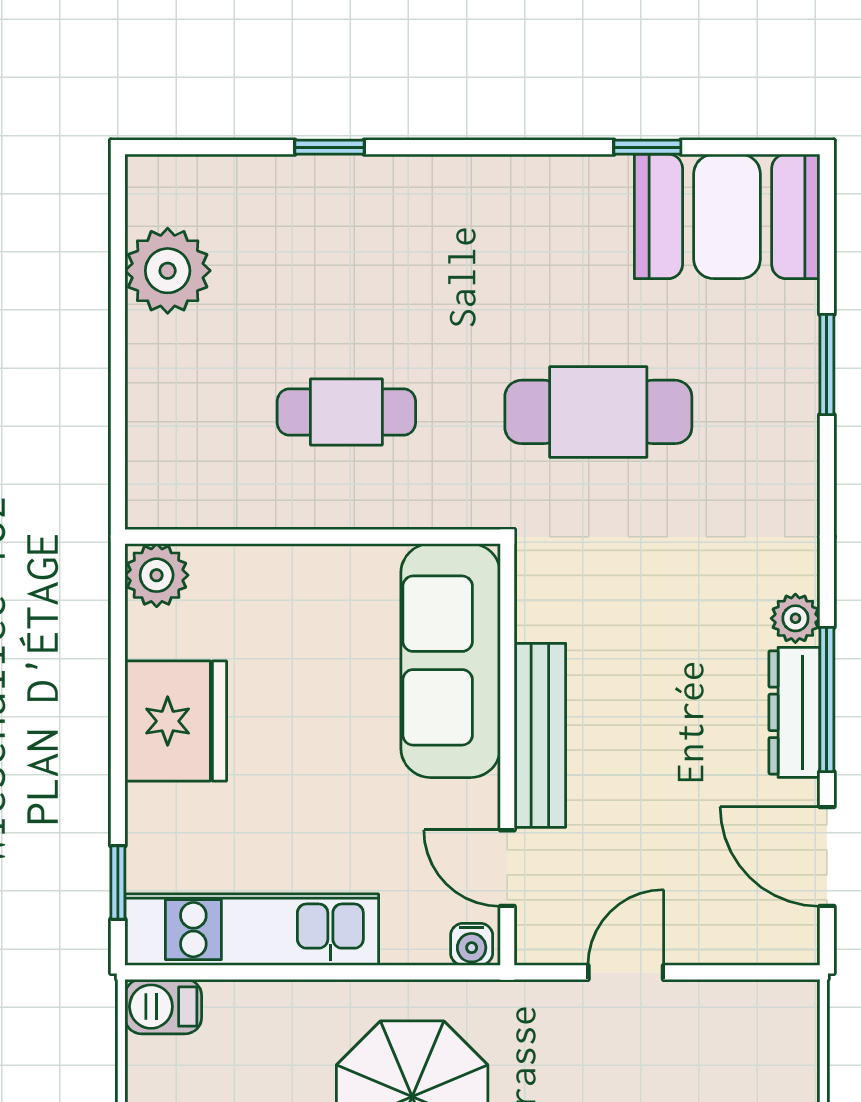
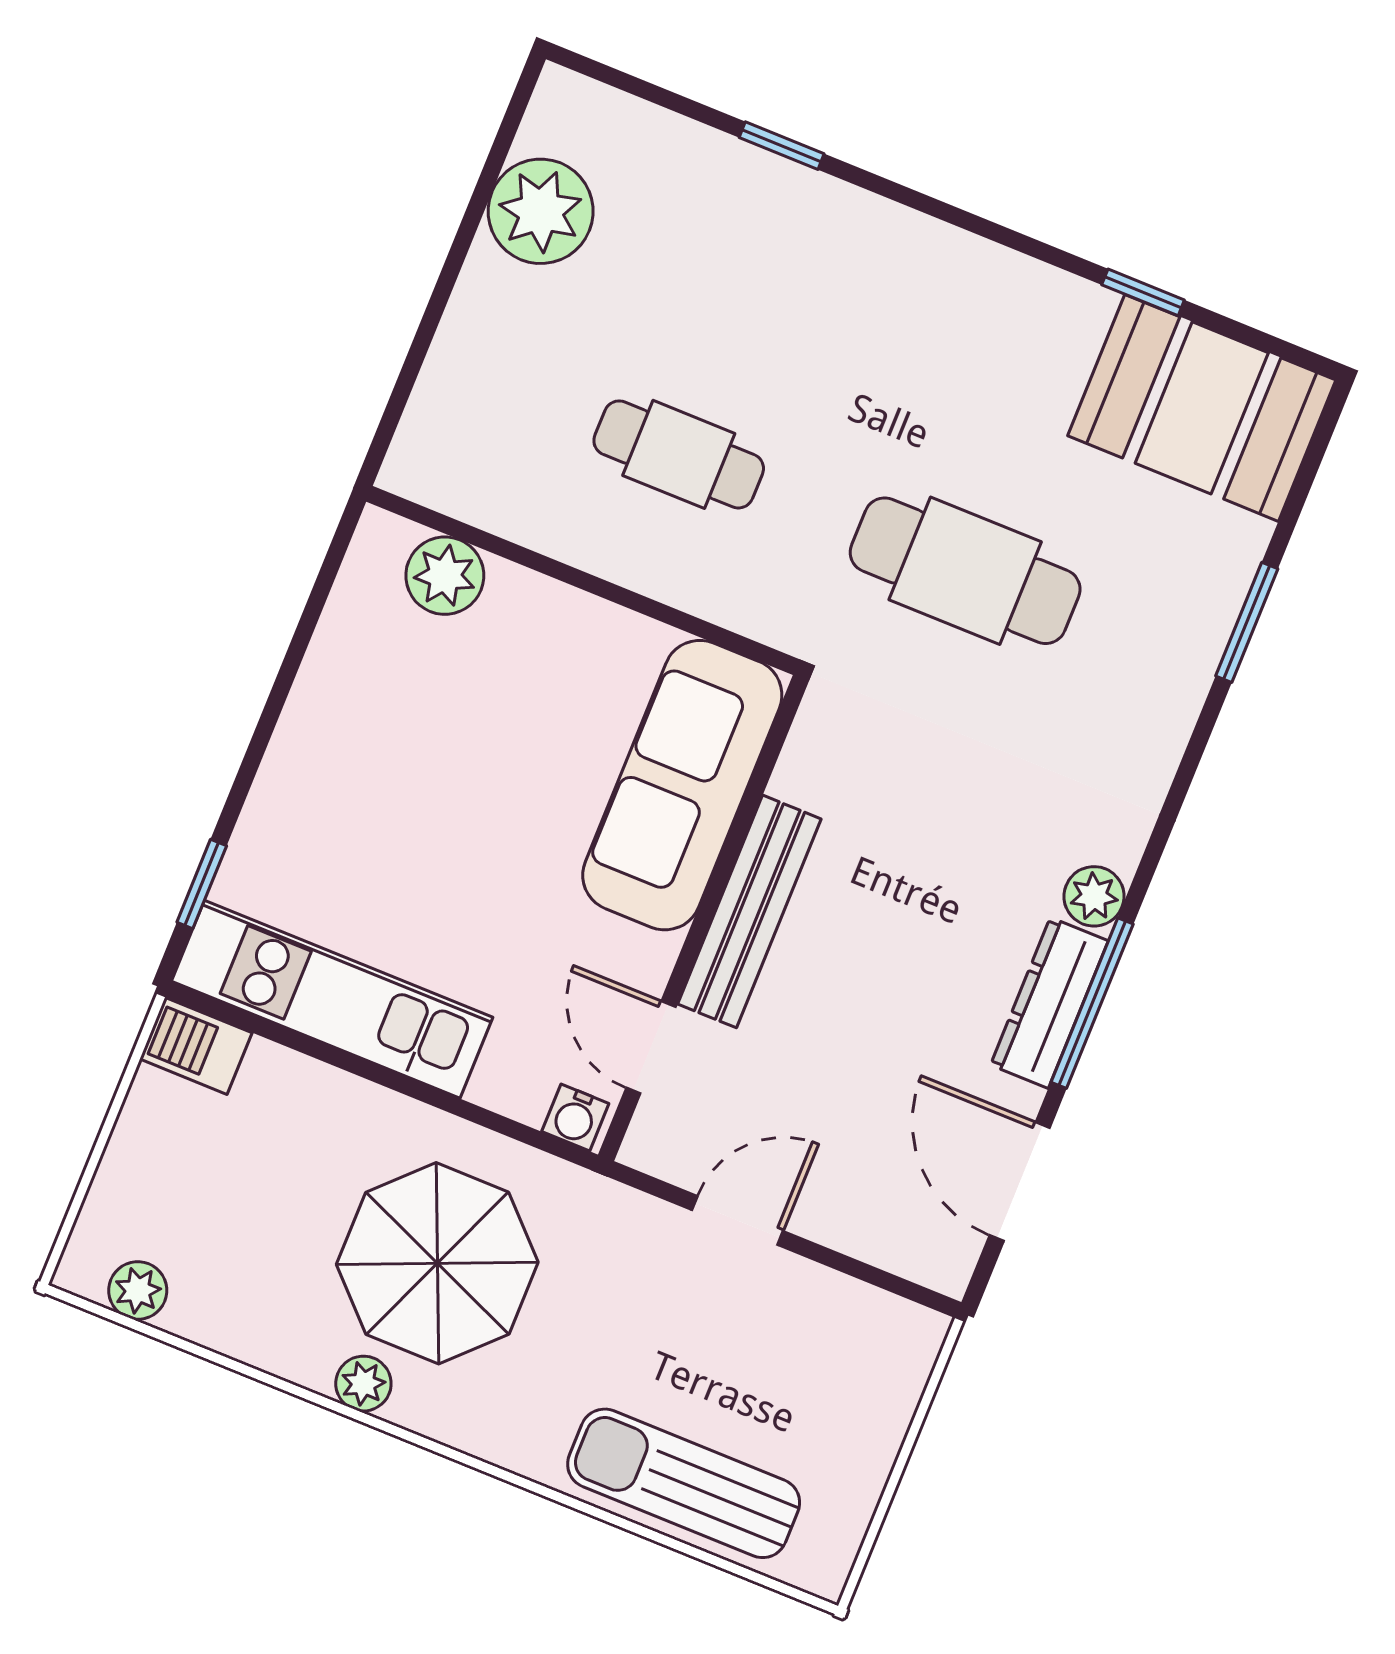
plant: (157, 575) -> (445, 576), moved
fridge: (176, 721) -> (342, 727), removed

